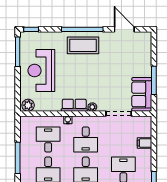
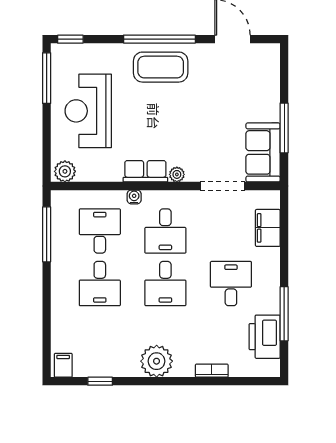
filing cabinet: (144, 143) -> (268, 228), width x2.00
window: (18, 158) -> (47, 234), moved

